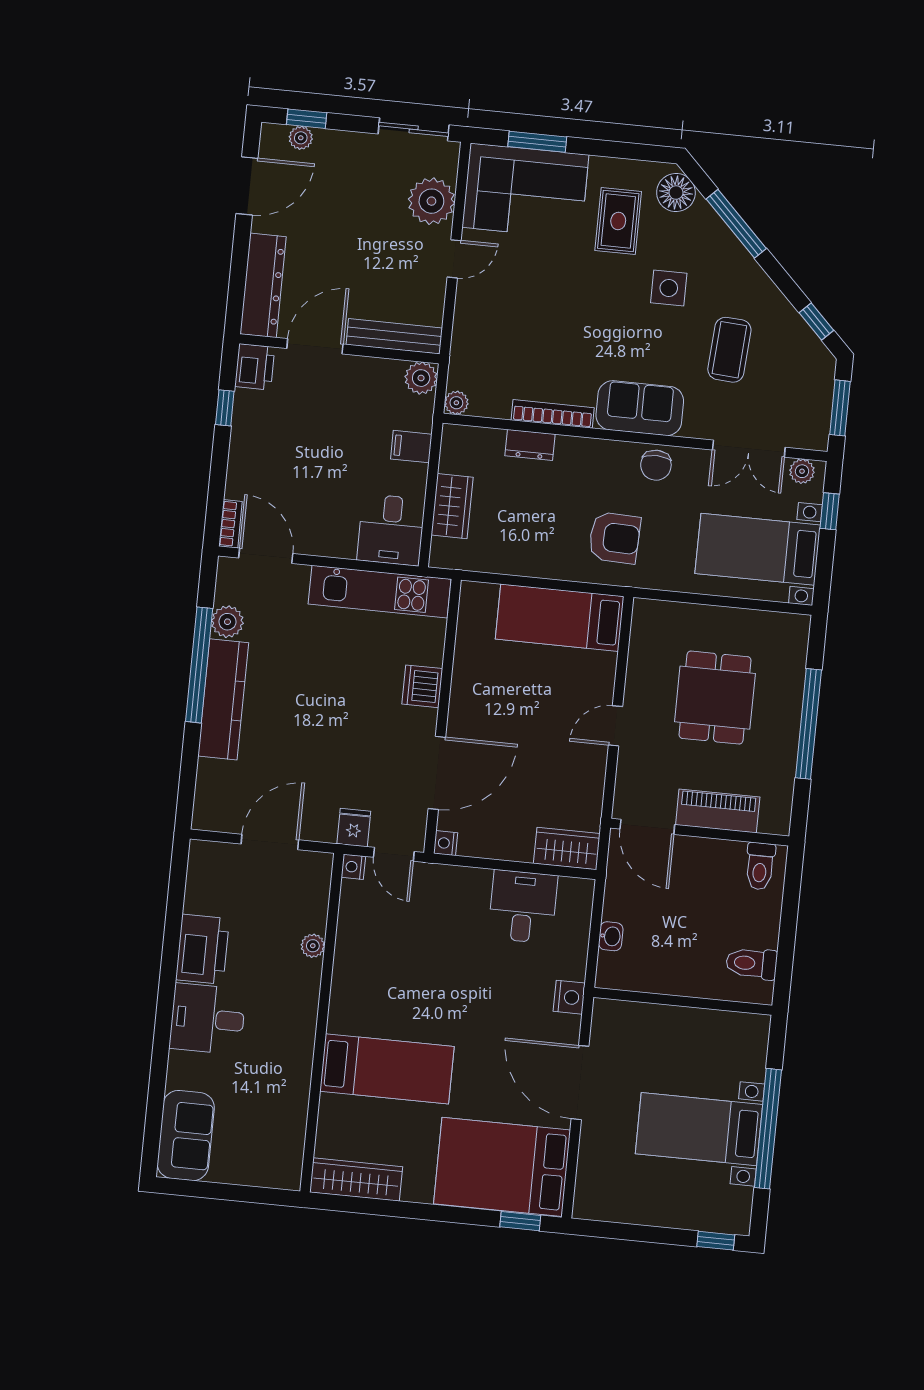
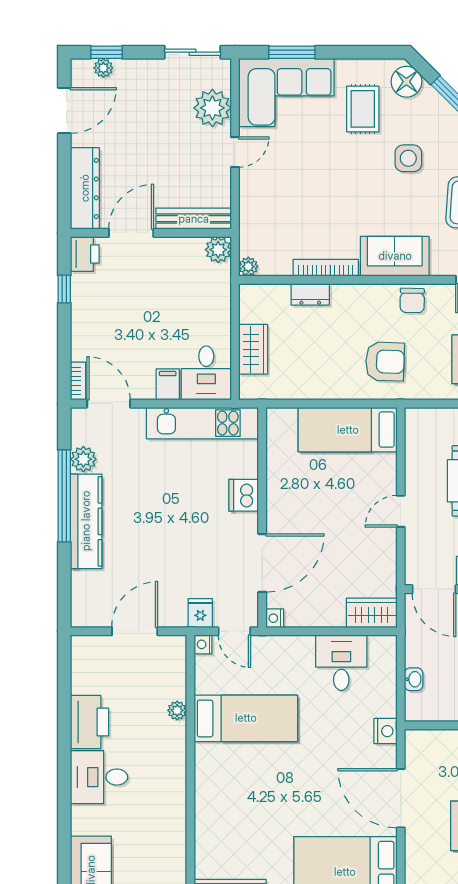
filing cabinet: (411, 447) -> (168, 384), moved, turned 90
bed: (387, 1069) -> (246, 718), moved

